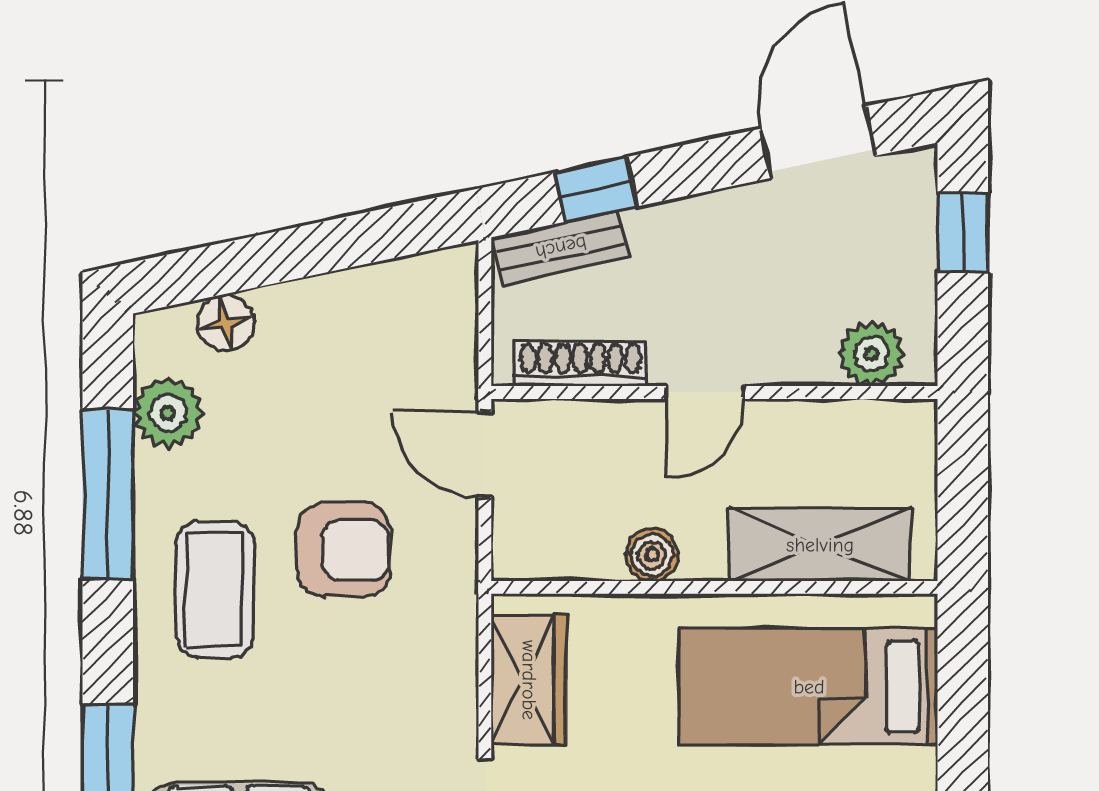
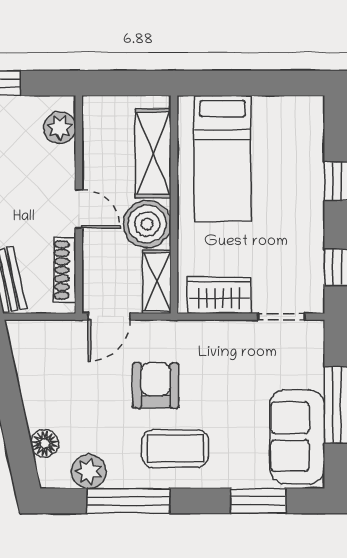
shelving: (556, 552) -> (157, 282), added
boiler: (652, 555) -> (147, 224), width x1.86, depth x1.86

